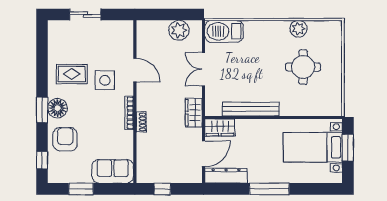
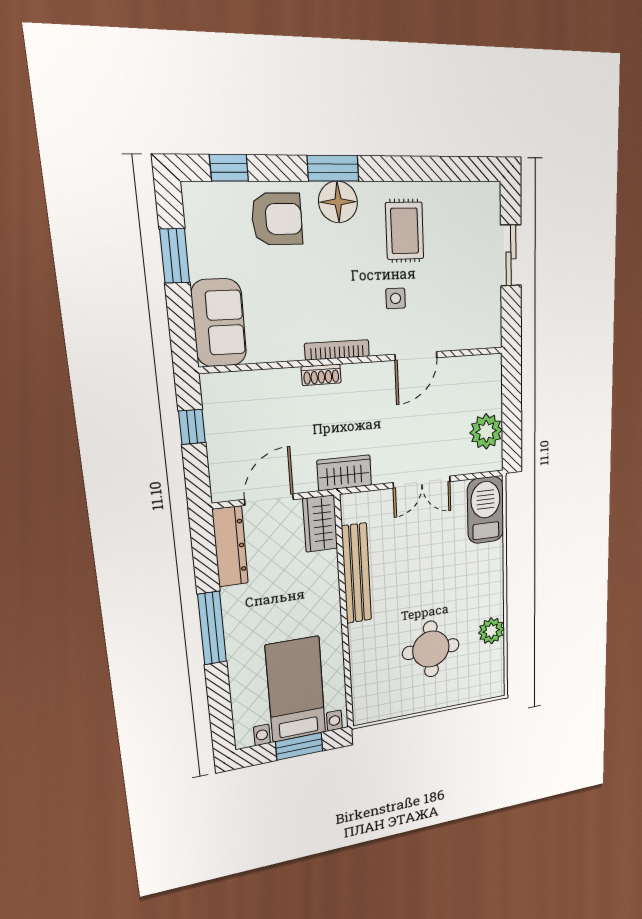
double door: (204, 69) -> (422, 482), swing flipped
side table: (105, 80) -> (396, 298), width x0.54, depth x0.54
door: (204, 154) -> (269, 500), swing flipped

